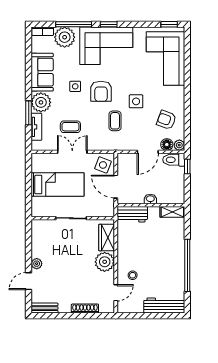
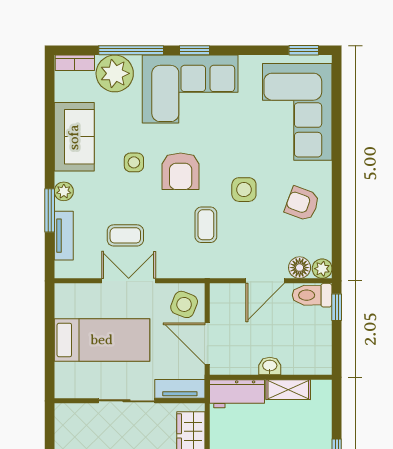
plant: (41, 102) -> (64, 191), width x0.53, depth x0.53
armchair: (166, 120) -> (302, 204), moved
tv unit: (101, 212) -> (180, 389), added
shelving: (172, 212) -> (288, 390), moved

